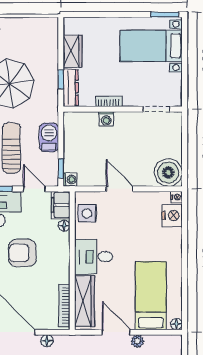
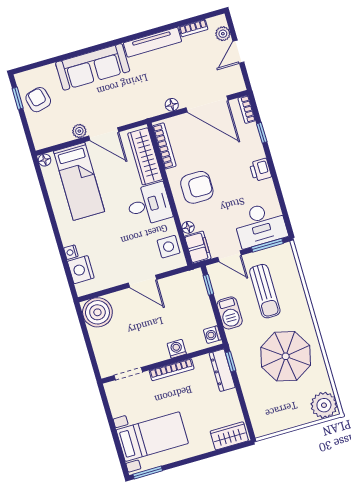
wardrobe: (73, 51) -> (229, 436), moved, turned 90
window: (61, 79) -> (231, 362), moved
bookcase: (109, 101) -> (172, 370), width x1.56
washing machine: (70, 180) -> (212, 335), moved
nightstand: (177, 197) -> (71, 252), moved
armchair: (22, 253) -> (197, 187), moved

